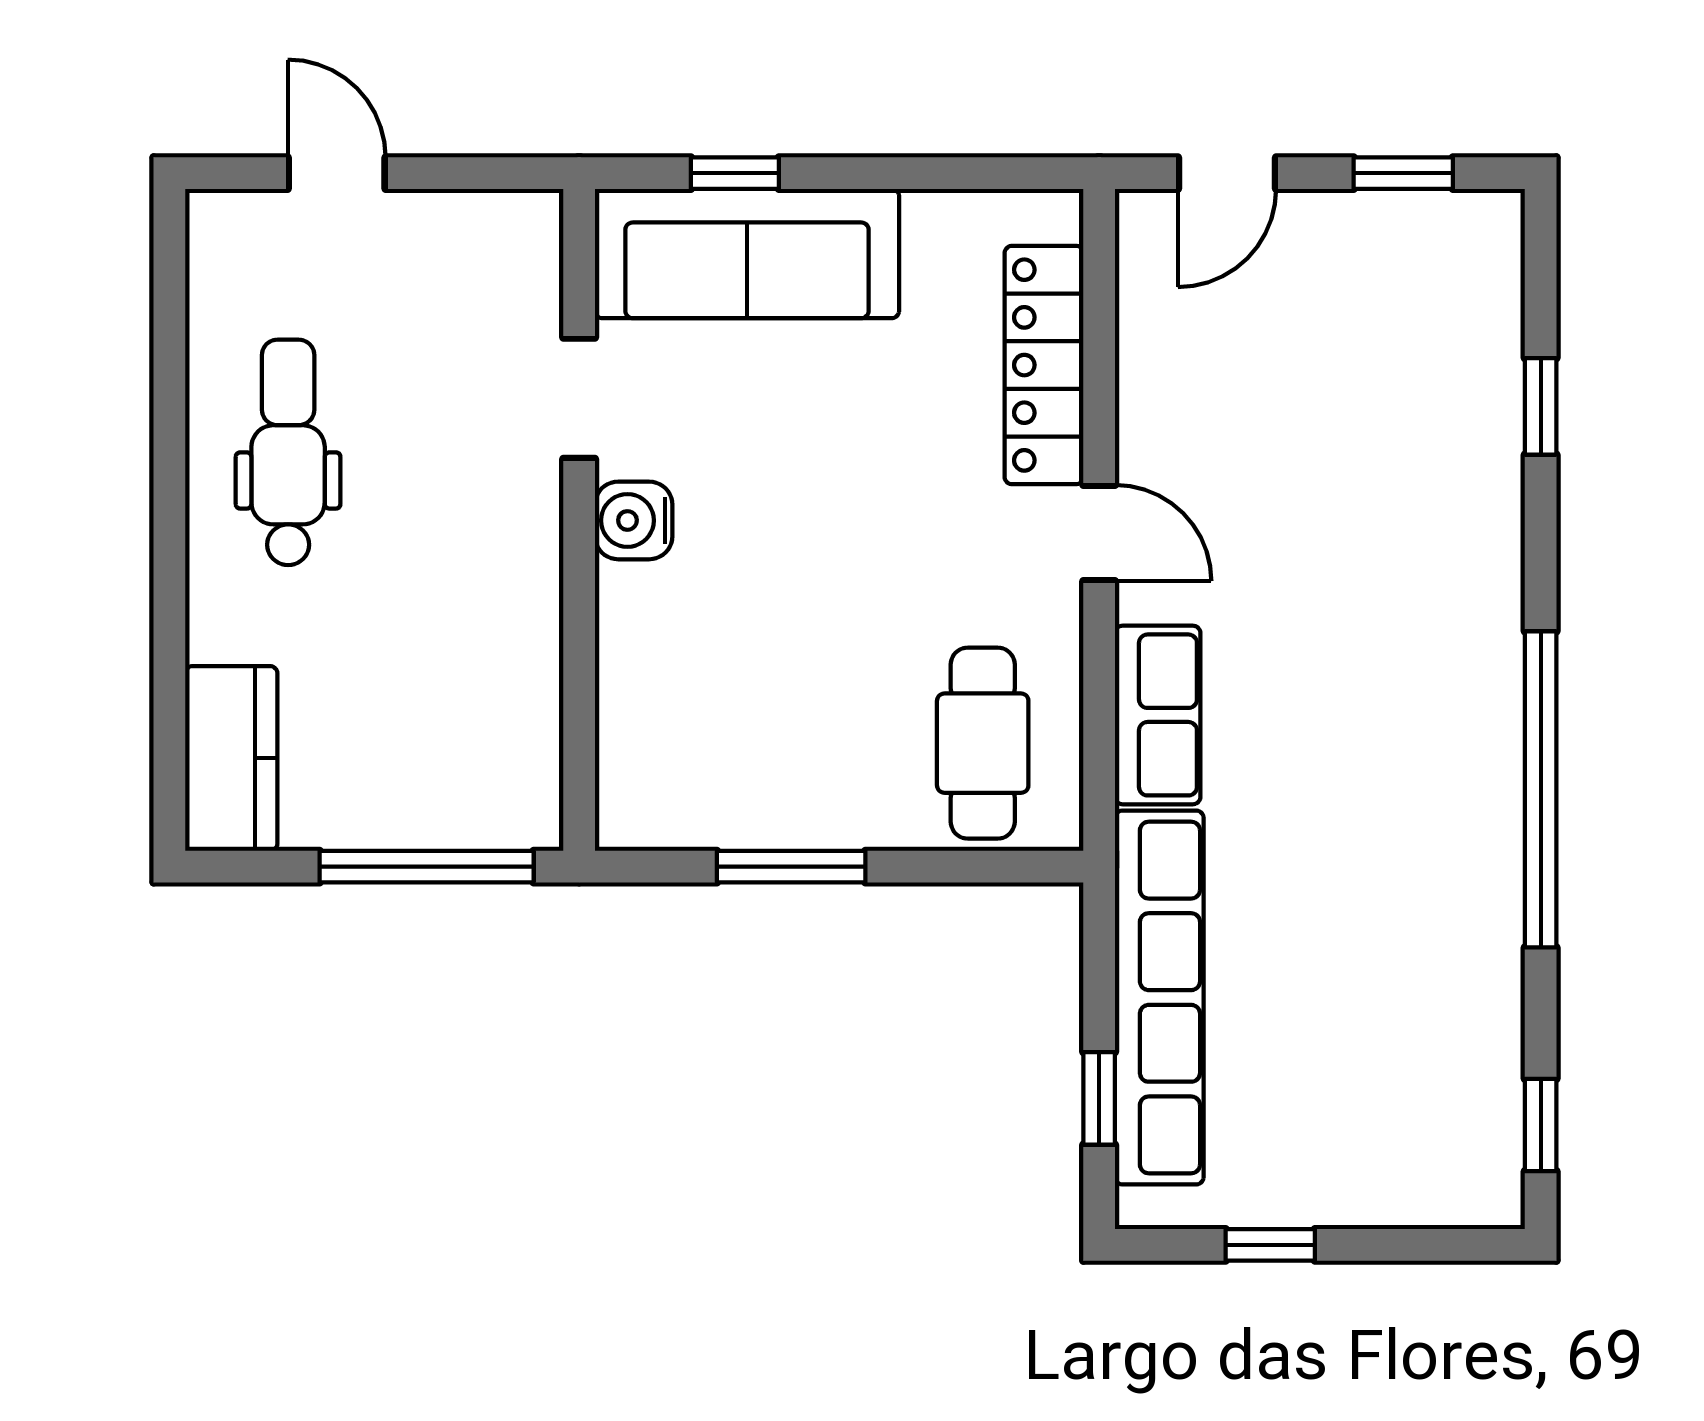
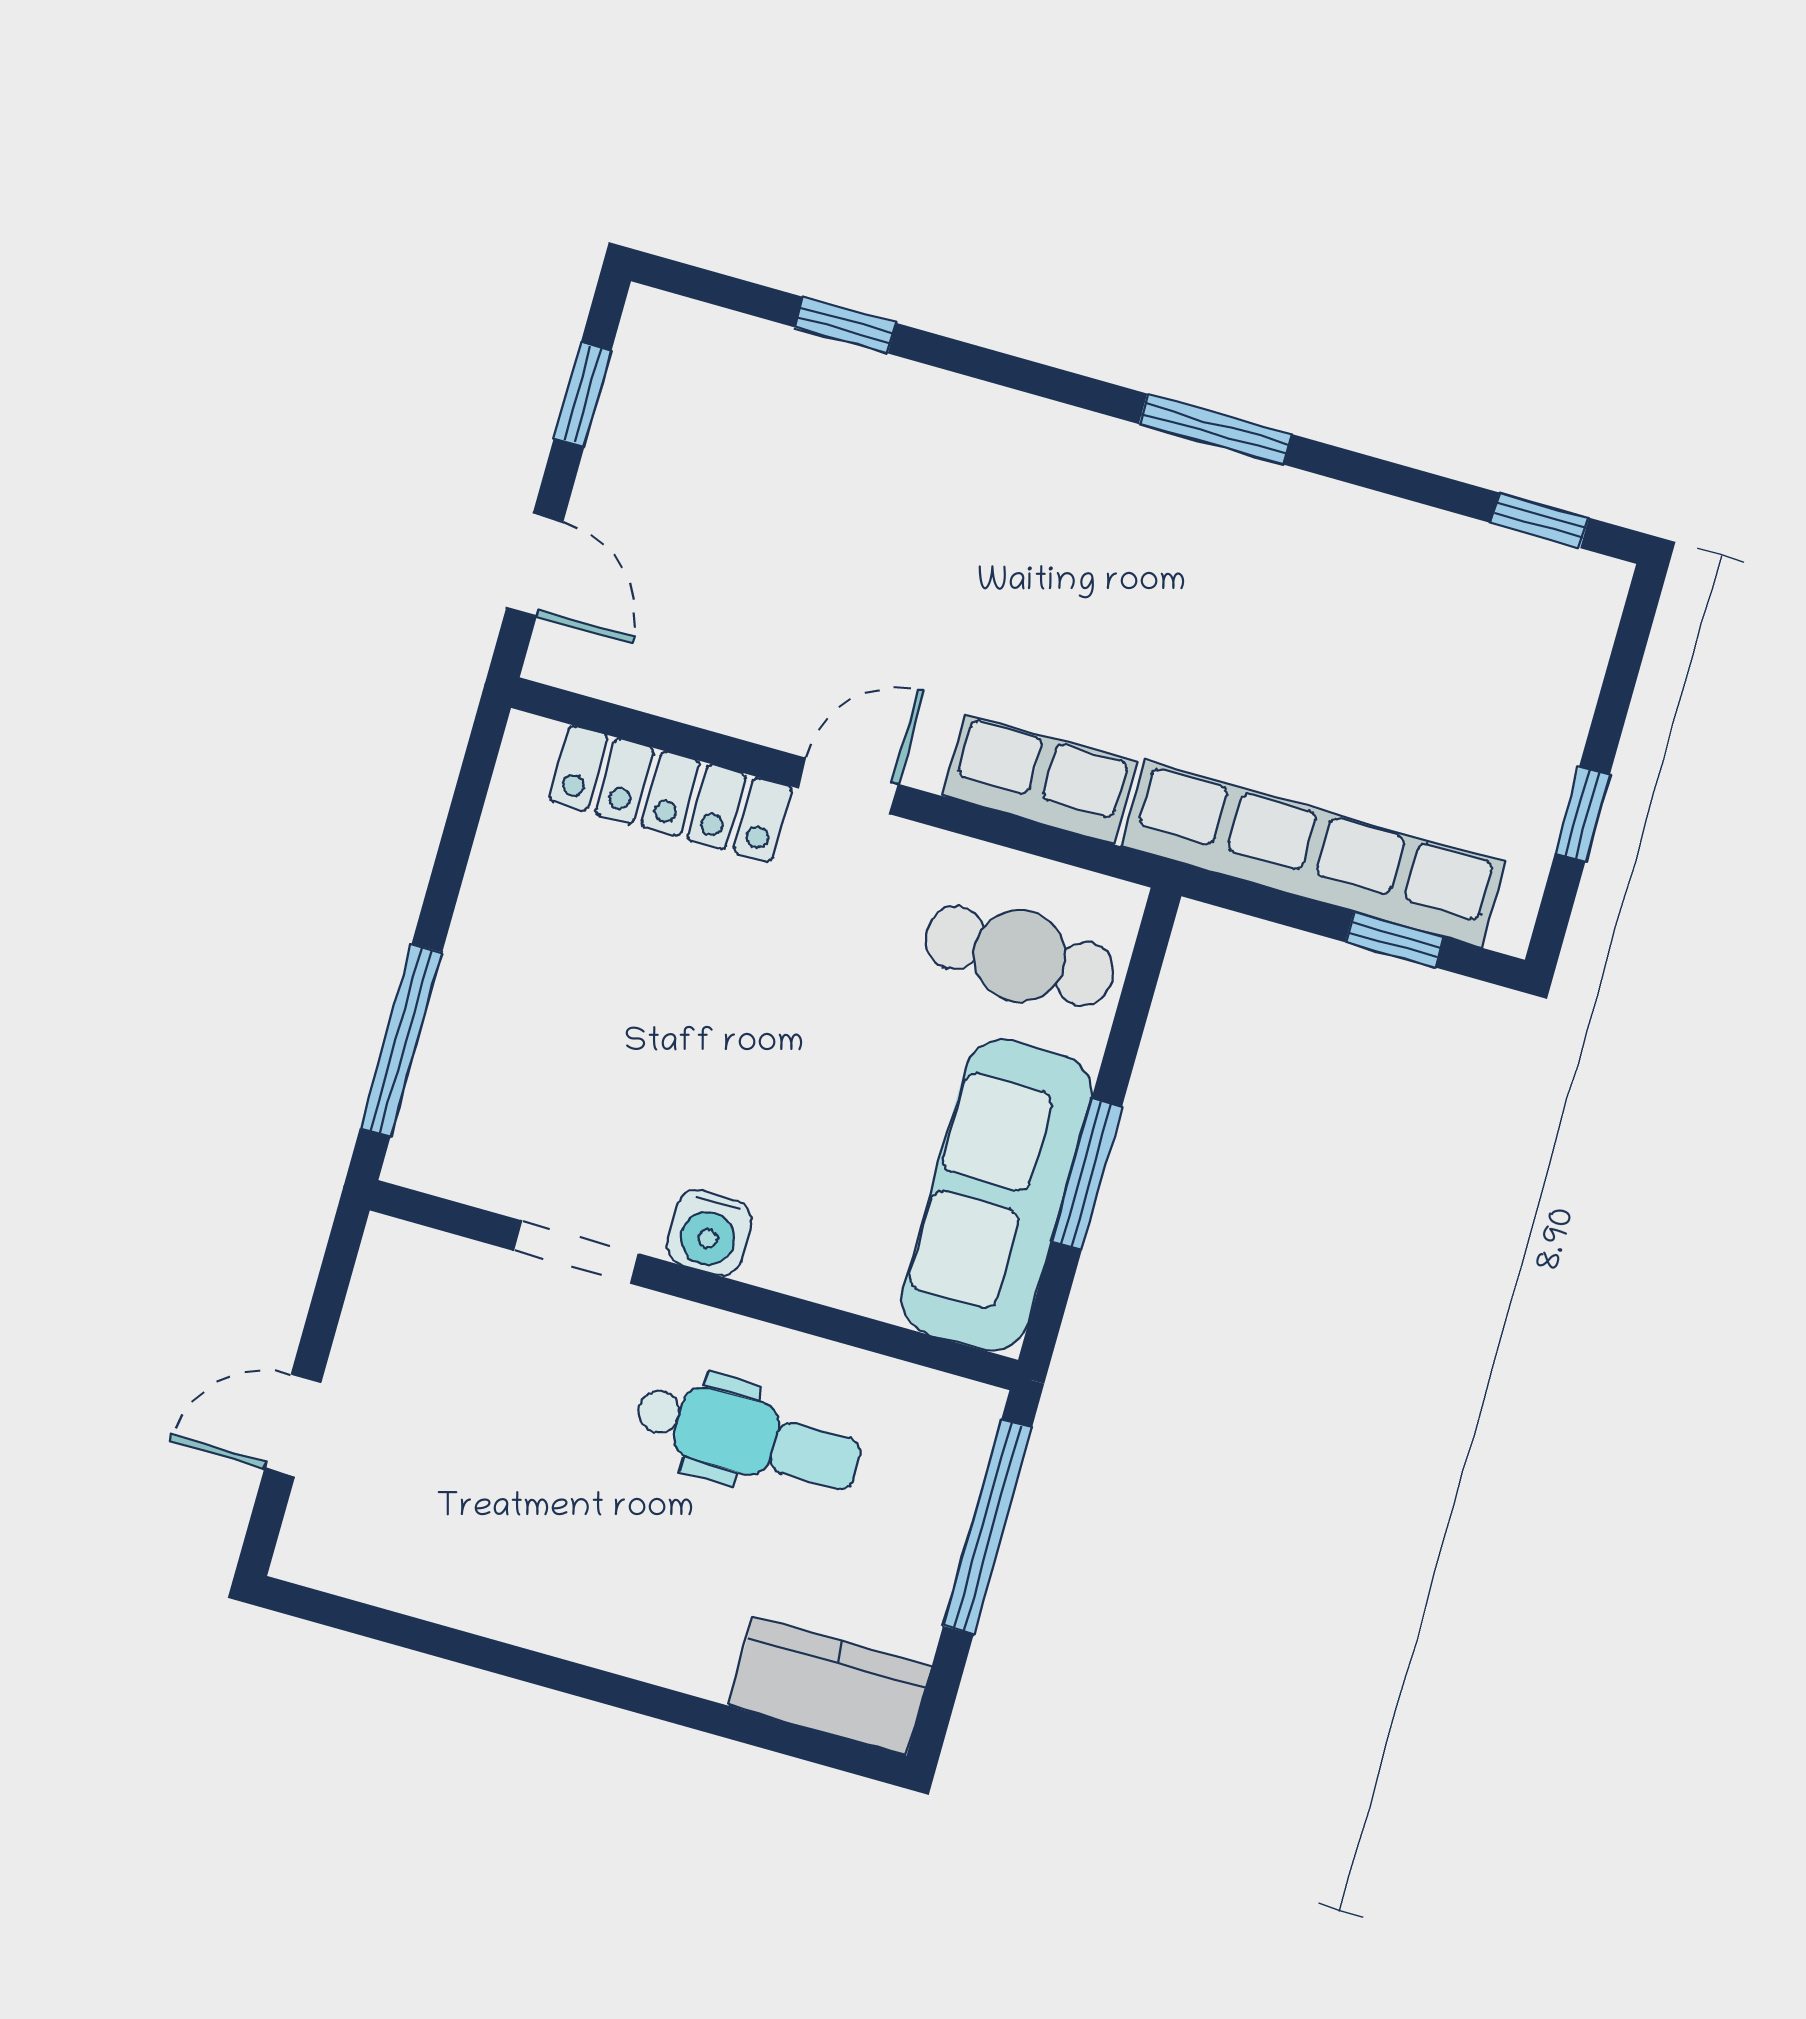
window: (735, 173) -> (401, 1040), width x2.17
sofa: (747, 253) -> (997, 1195), moved, turned 180
dental chair: (288, 452) -> (748, 1437), moved, turned 180
window: (1541, 789) -> (1215, 429), width x0.47

